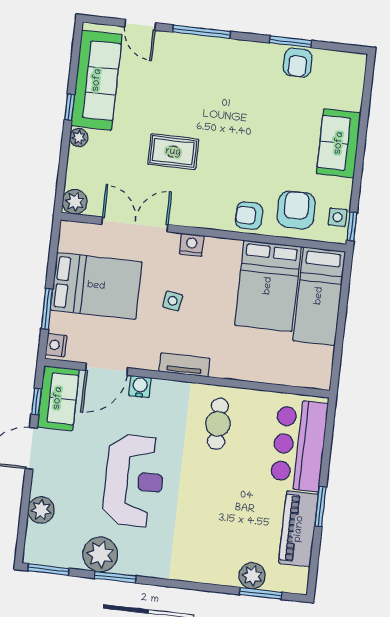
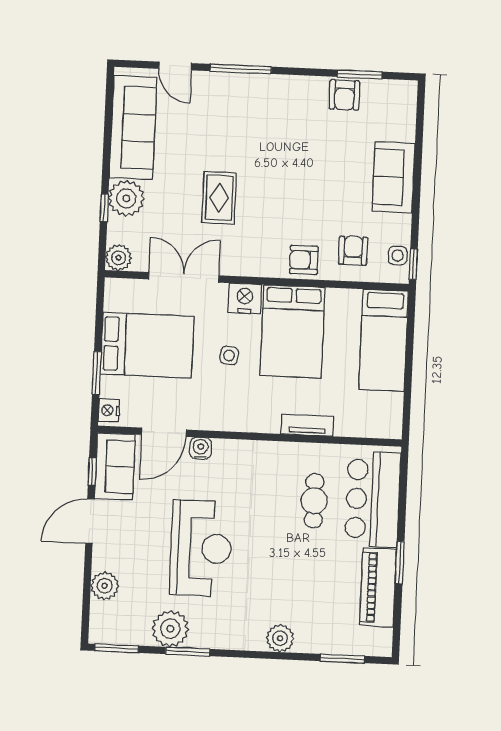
window: (290, 42) -> (360, 74), moved
window: (70, 107) -> (104, 208), moved
plant: (79, 138) -> (126, 198), width x1.87, depth x1.87
rug: (173, 152) -> (219, 198), turned 90
armchair: (296, 210) -> (353, 251), width x0.72, depth x0.72
nightstand: (192, 245) -> (245, 298), width x1.36, depth x1.33
bed: (268, 286) -> (292, 331), moved
tv unit: (184, 365) -> (307, 425), moved
cafe table: (218, 424) -> (314, 501), moved
plant: (252, 576) -> (280, 638), moved

